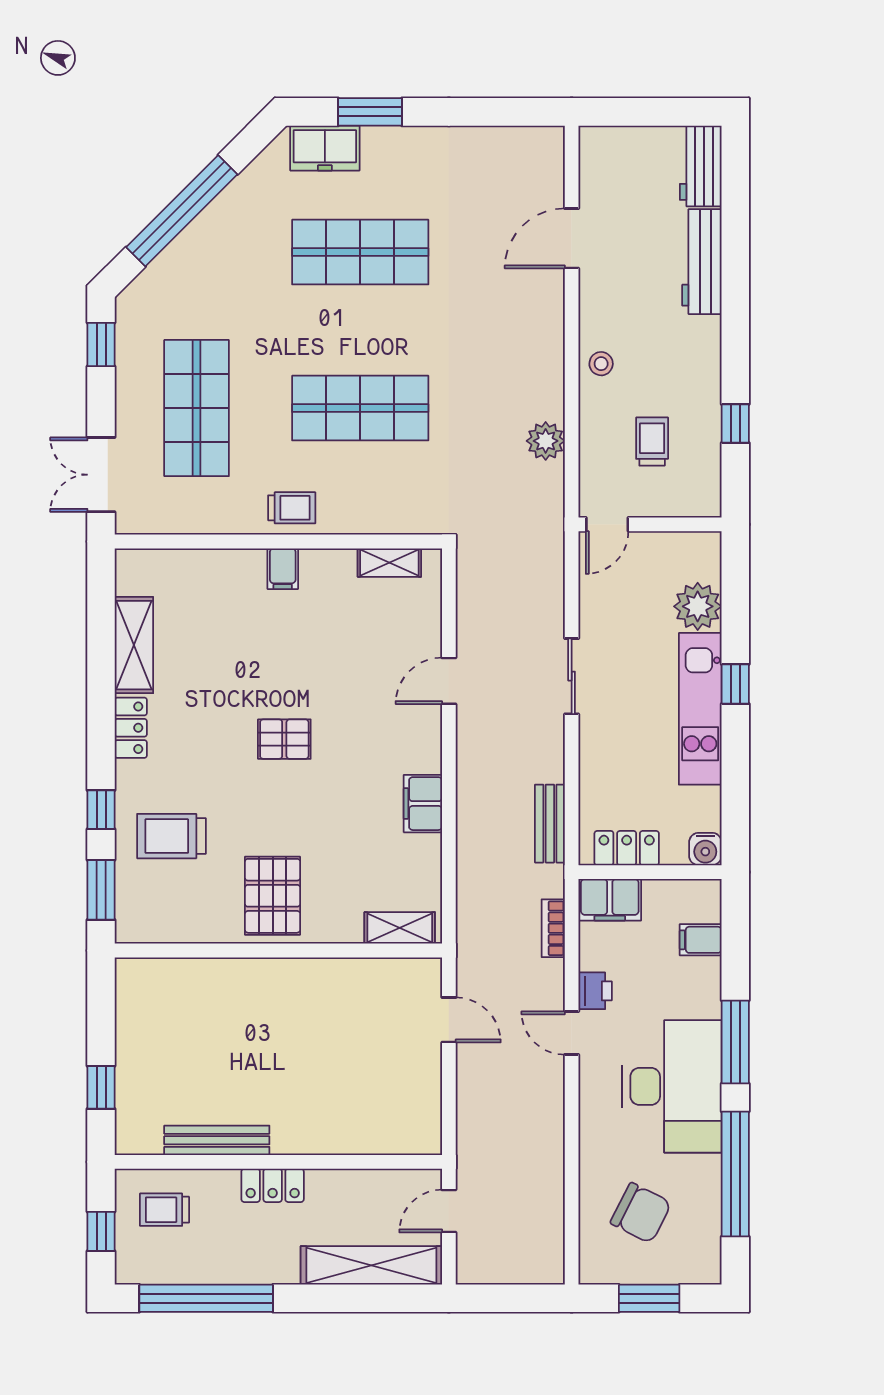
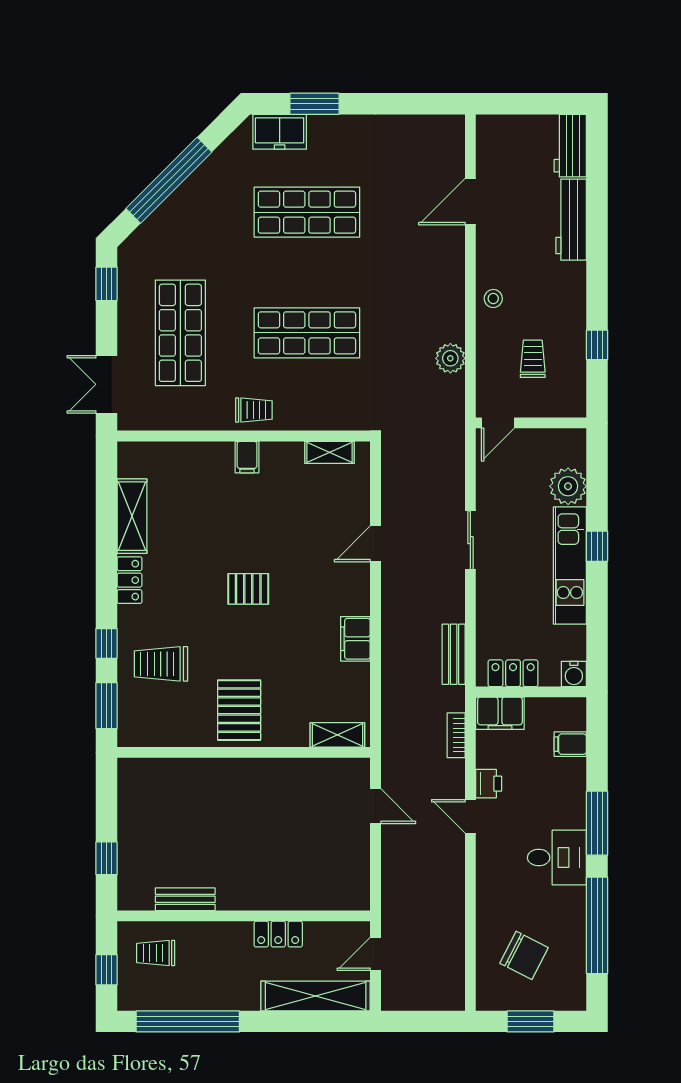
desk: (672, 1086) -> (557, 858), width x0.53, depth x0.77
bench: (217, 1140) -> (185, 899), width x0.73
locker: (273, 1185) -> (278, 934), moved

